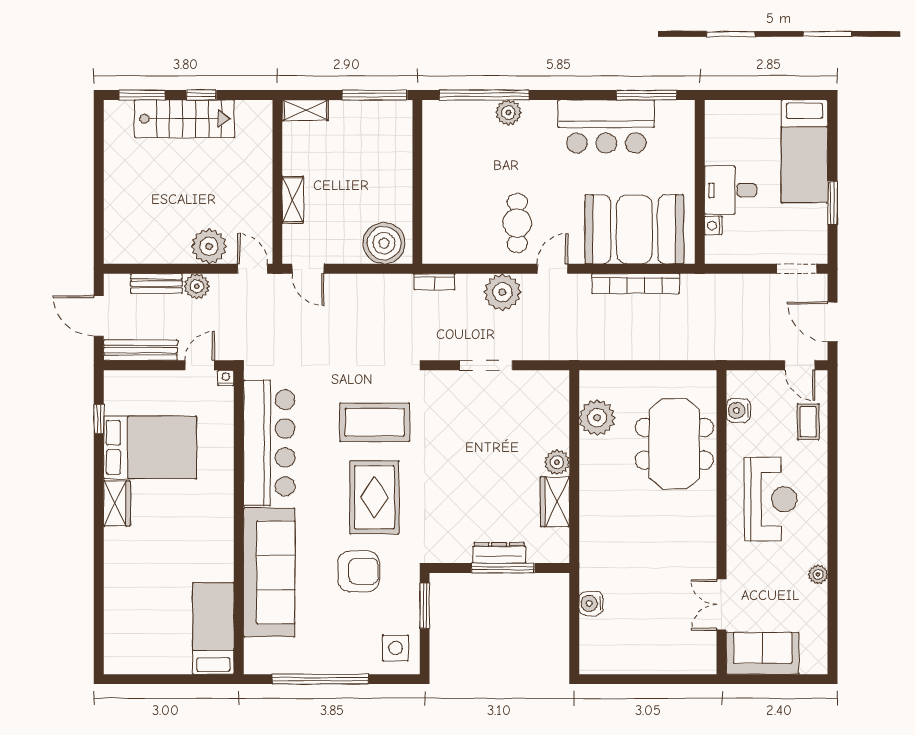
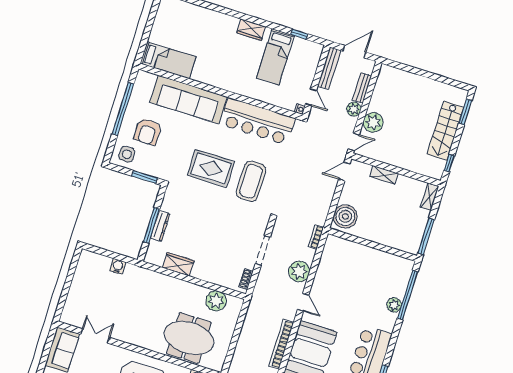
window: (201, 95) -> (449, 163), moved
cafe table: (517, 223) -> (334, 291), removed
shoe rack: (544, 379) -> (246, 279), added
bed: (150, 447) -> (276, 57), width x0.67
plant: (557, 462) -> (199, 272), removed
armchair: (359, 571) -> (148, 132), moved

